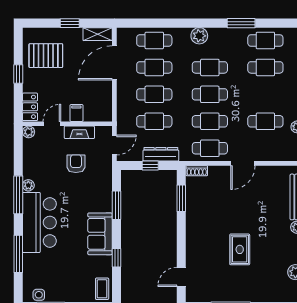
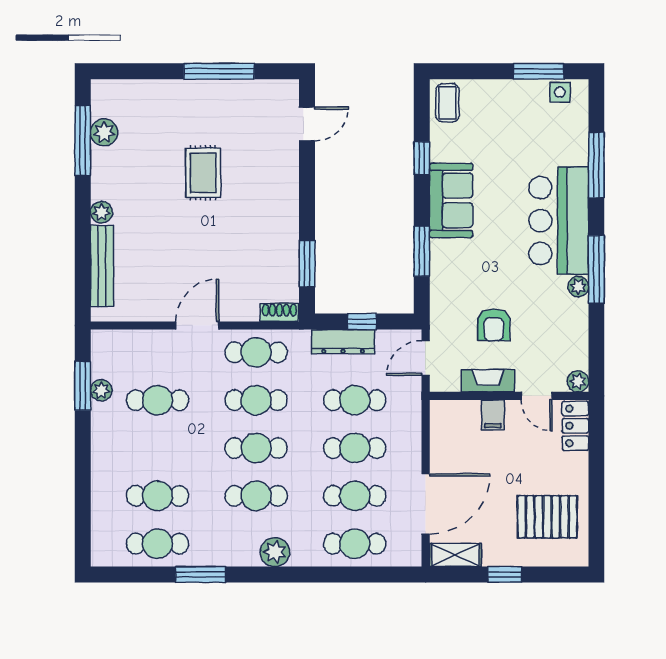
window: (18, 74) -> (596, 484), removed
door: (52, 124) -> (537, 396), hinge flipped

